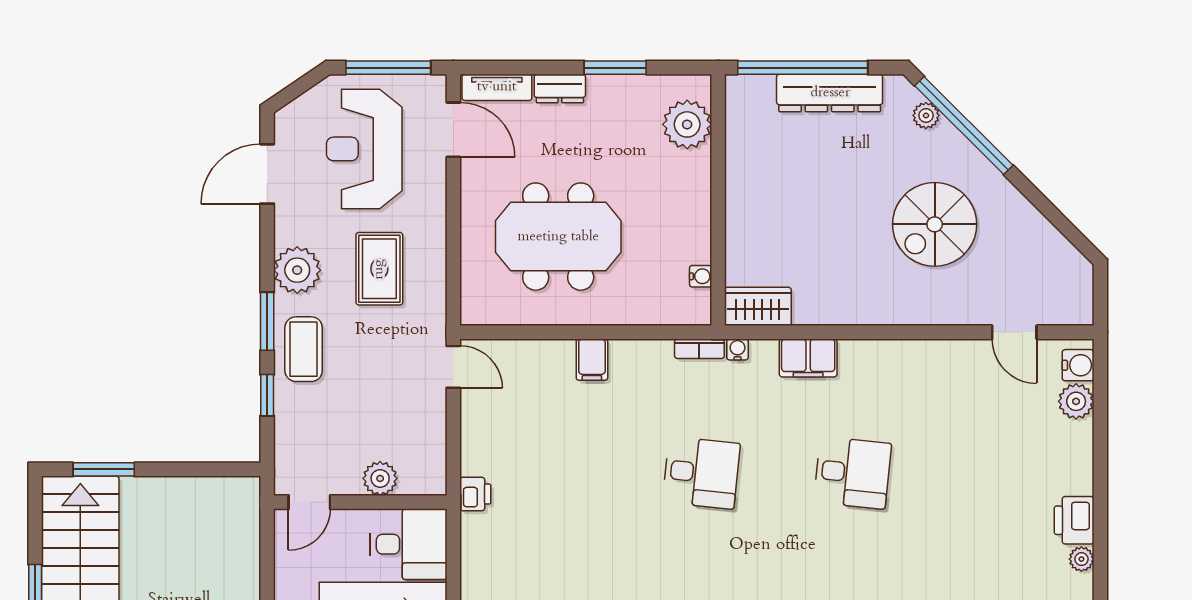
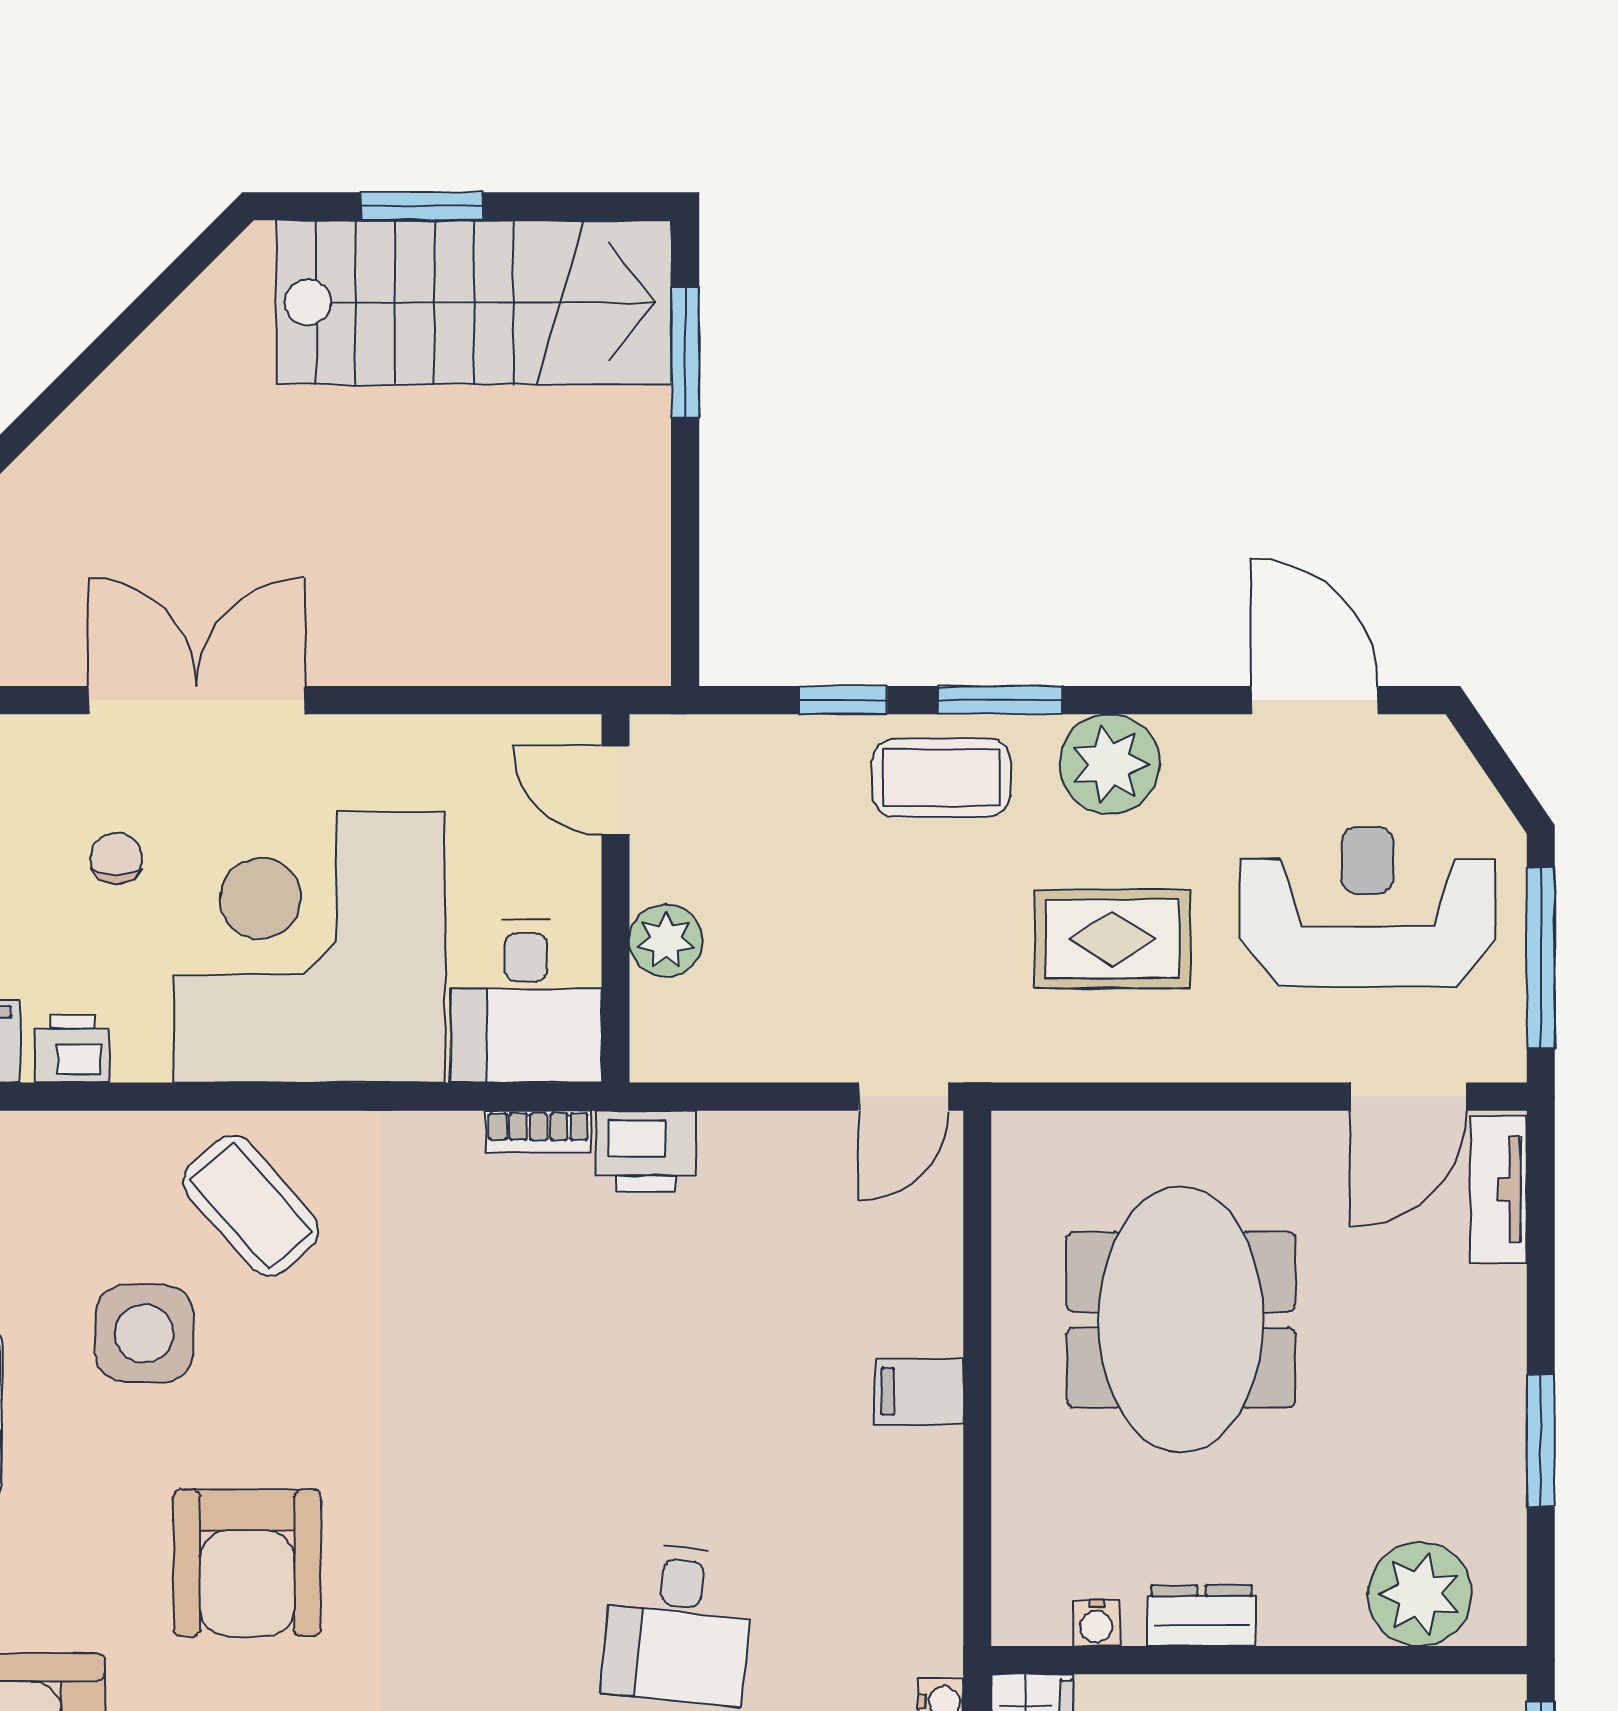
dresser: (560, 88) -> (1202, 1616), moved, turned 90
bookcase: (699, 349) -> (539, 1132), moved, turned -90
printer: (475, 494) -> (646, 1151), width x1.36, depth x1.24

